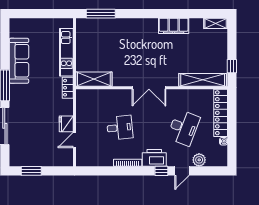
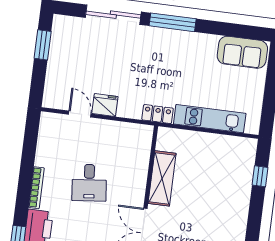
window: (101, 14) -> (260, 176), width x0.46
sofa: (19, 61) -> (242, 52), moved, width x0.73
shelving: (94, 79) -> (162, 178), moved

